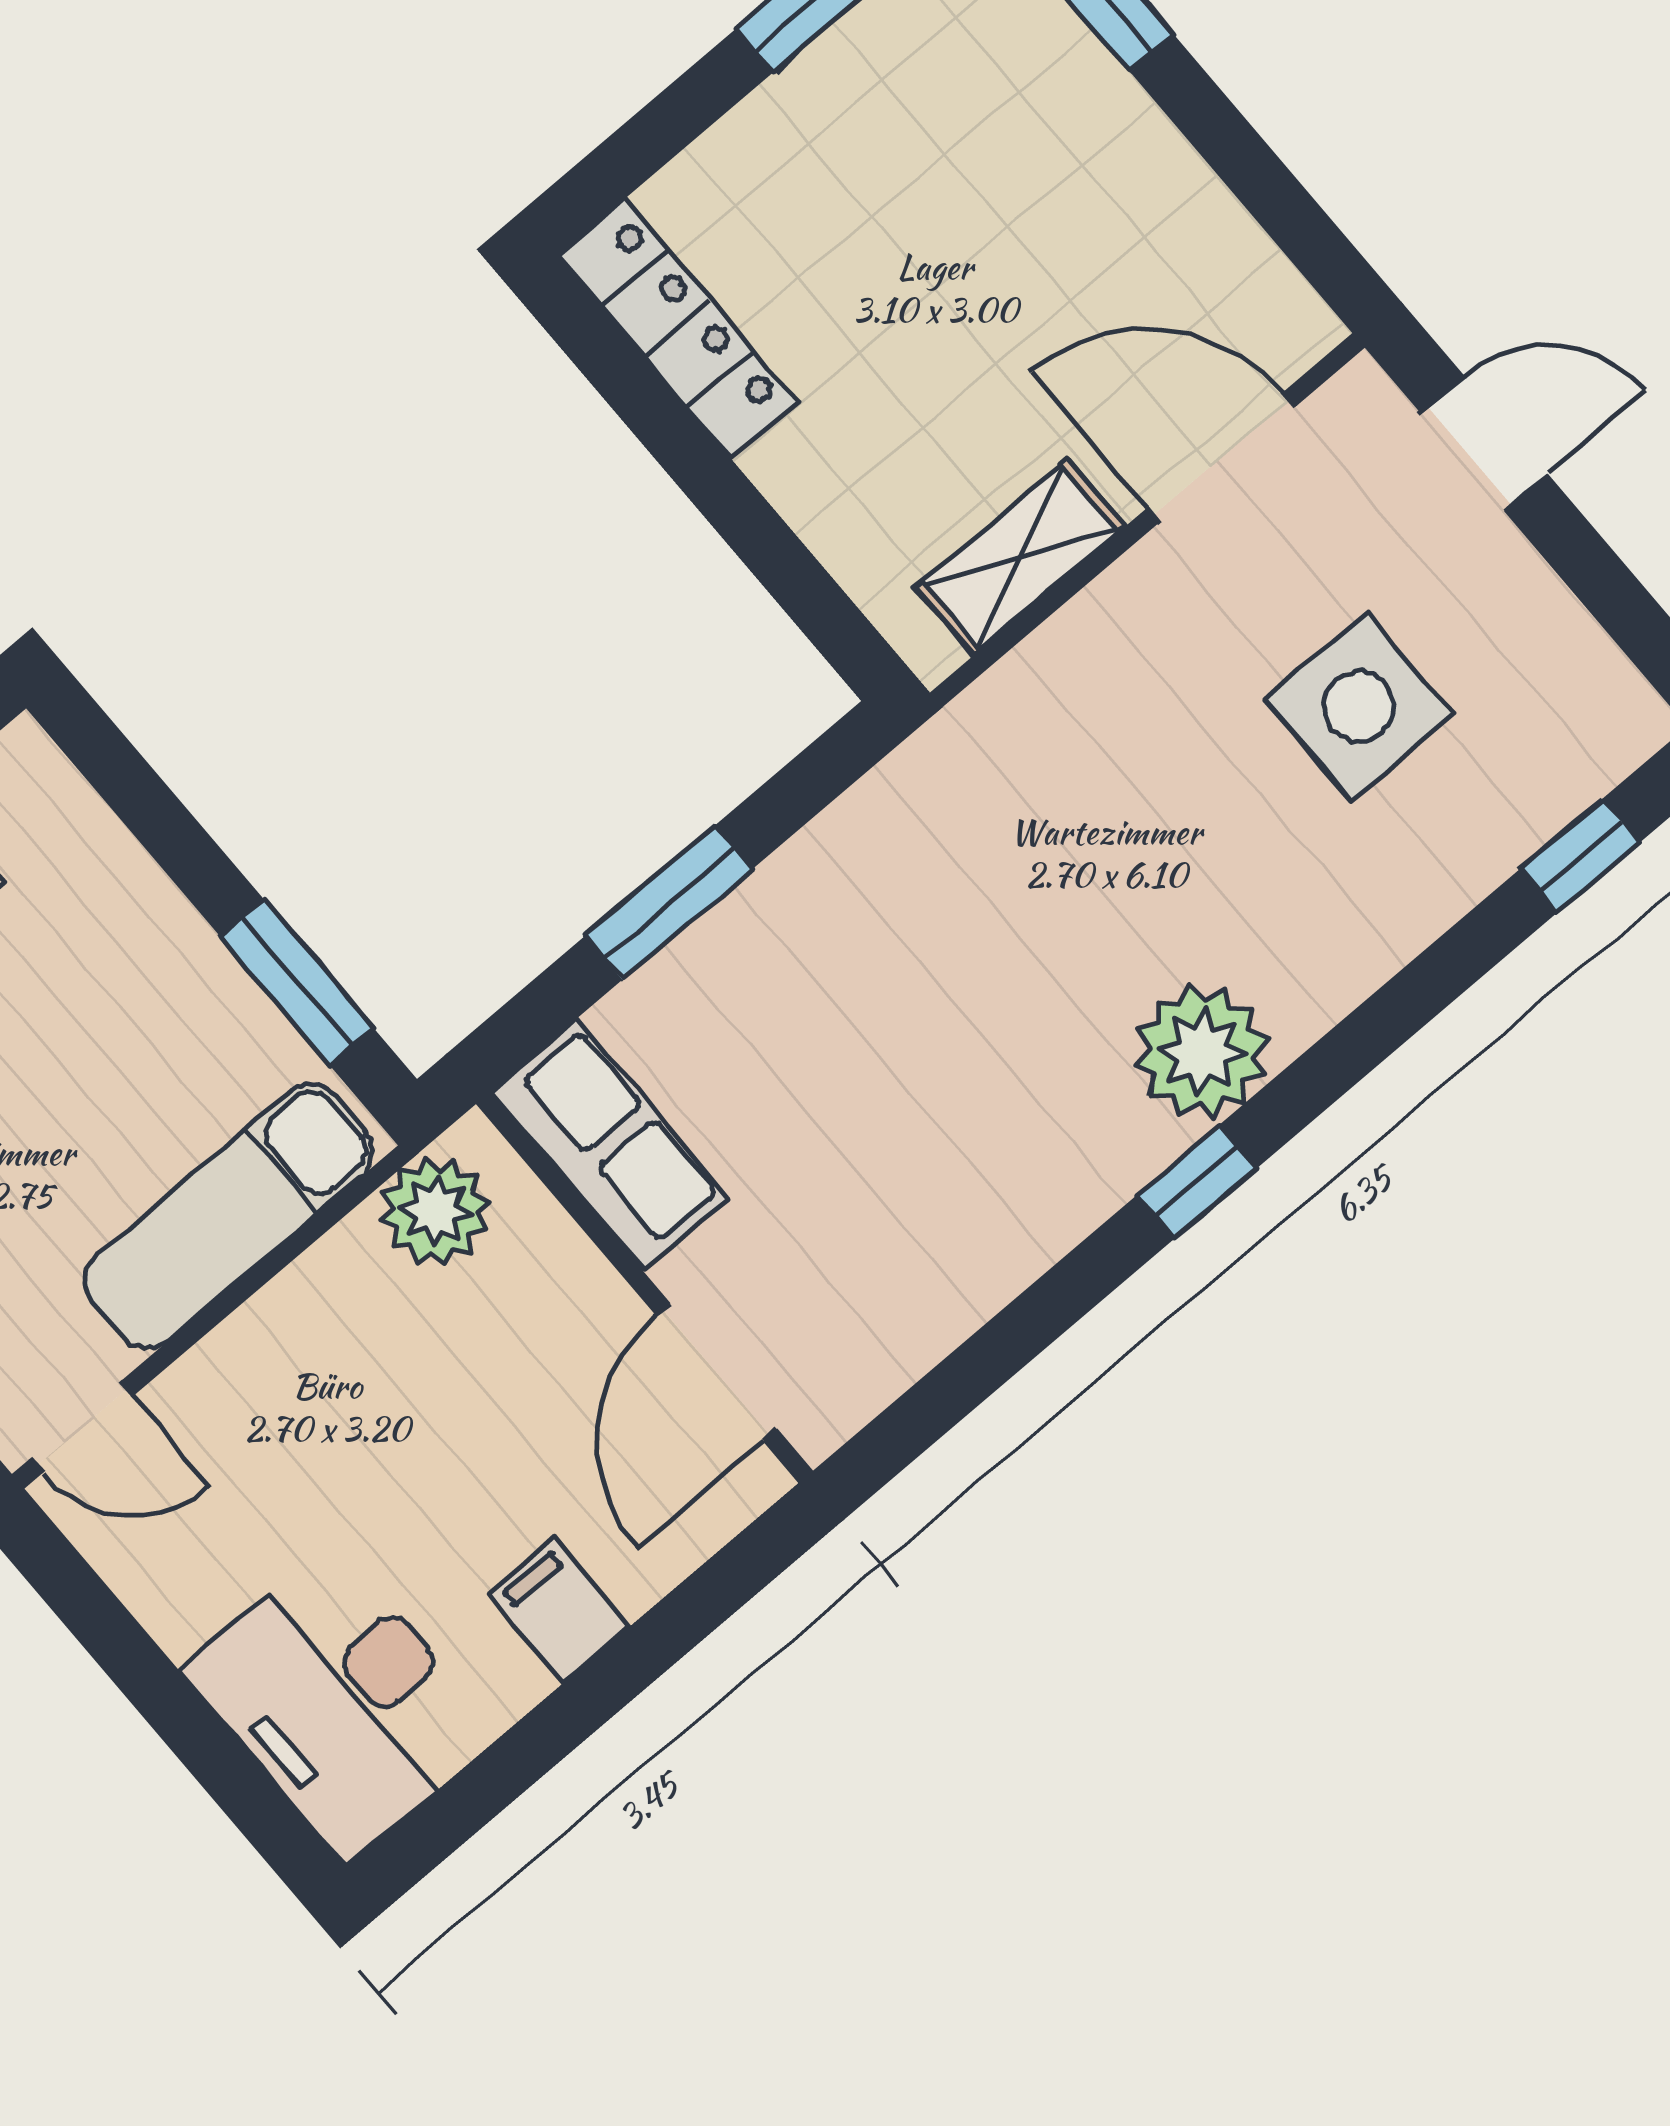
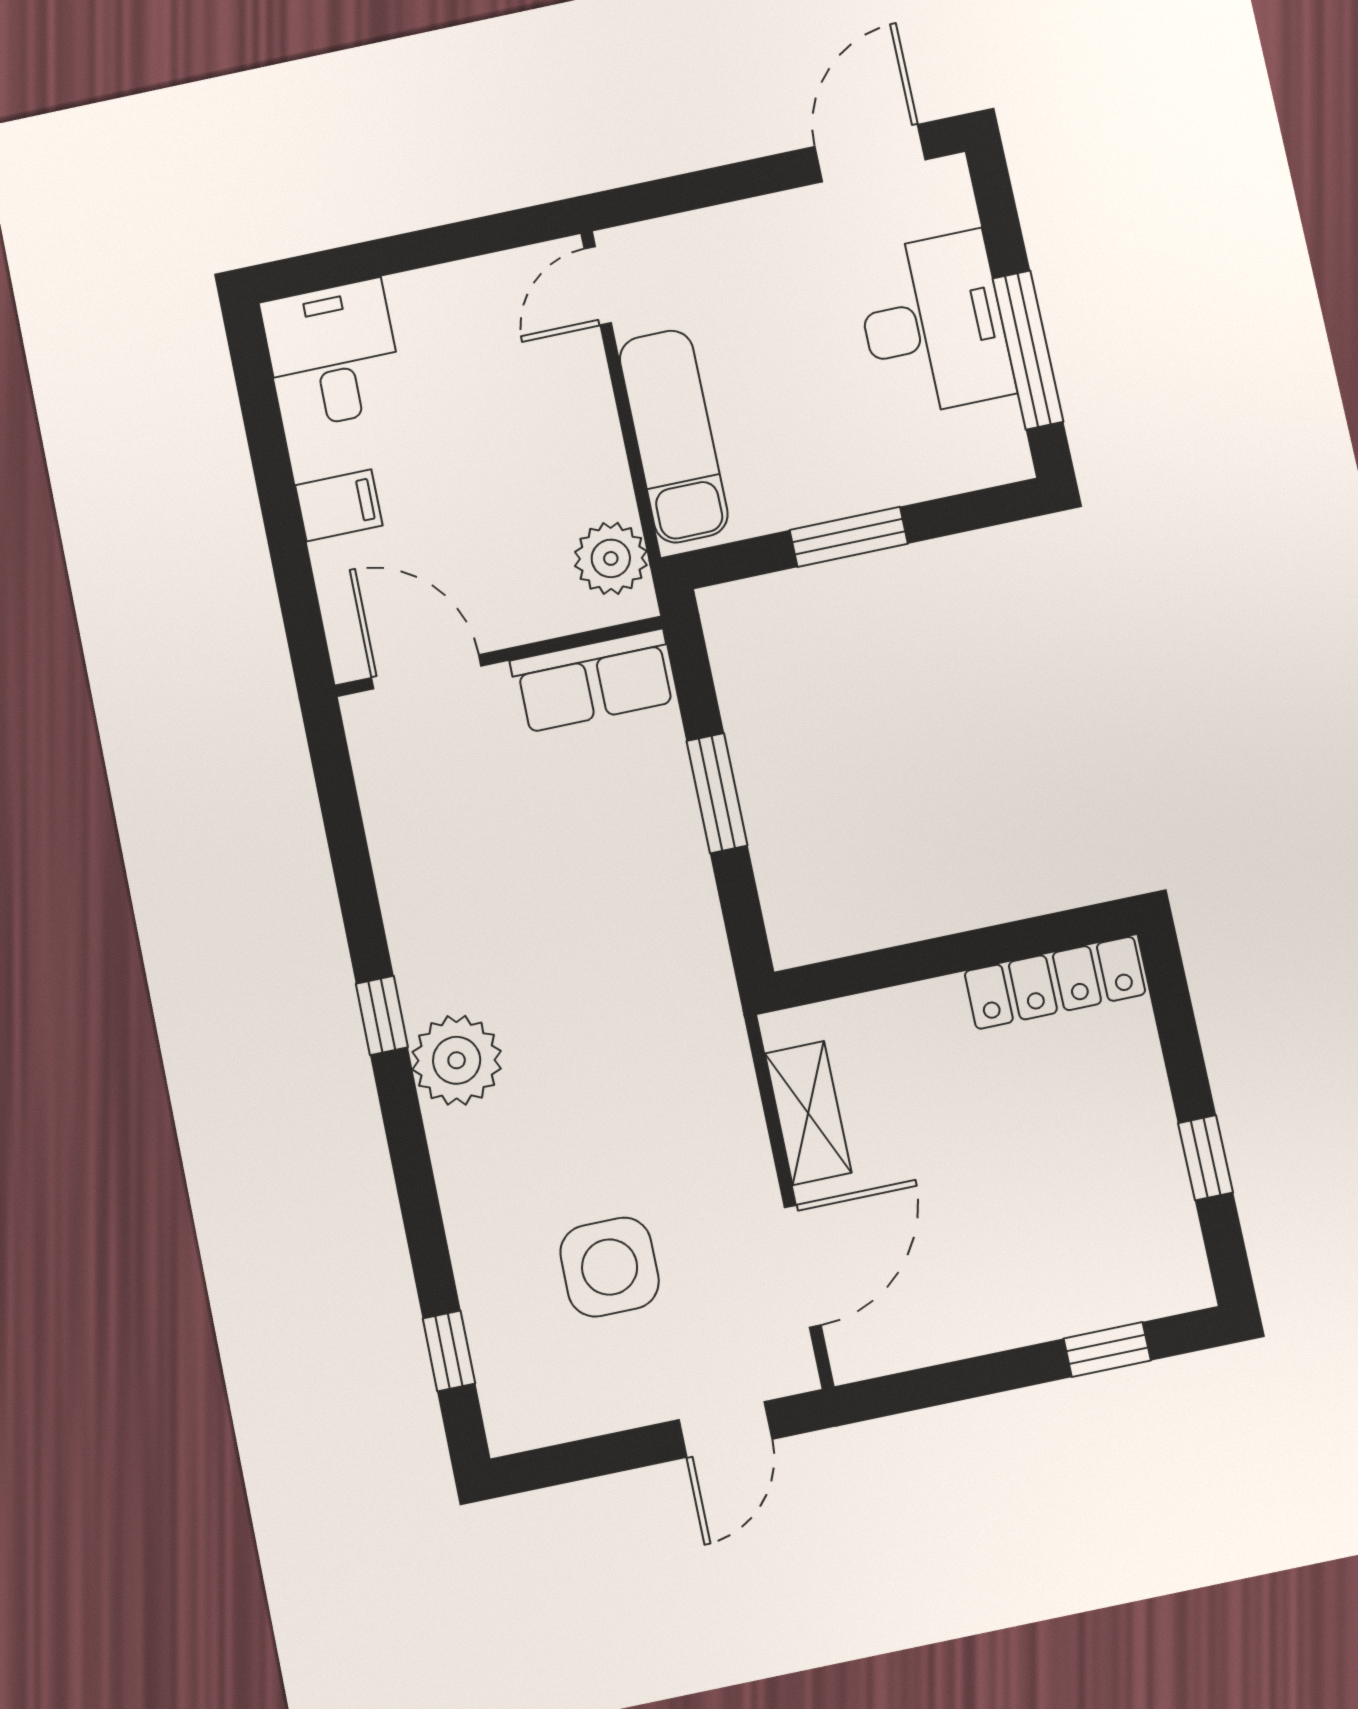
window: (297, 982) -> (849, 537), moved
desk: (340, 1703) -> (333, 355), width x0.73

